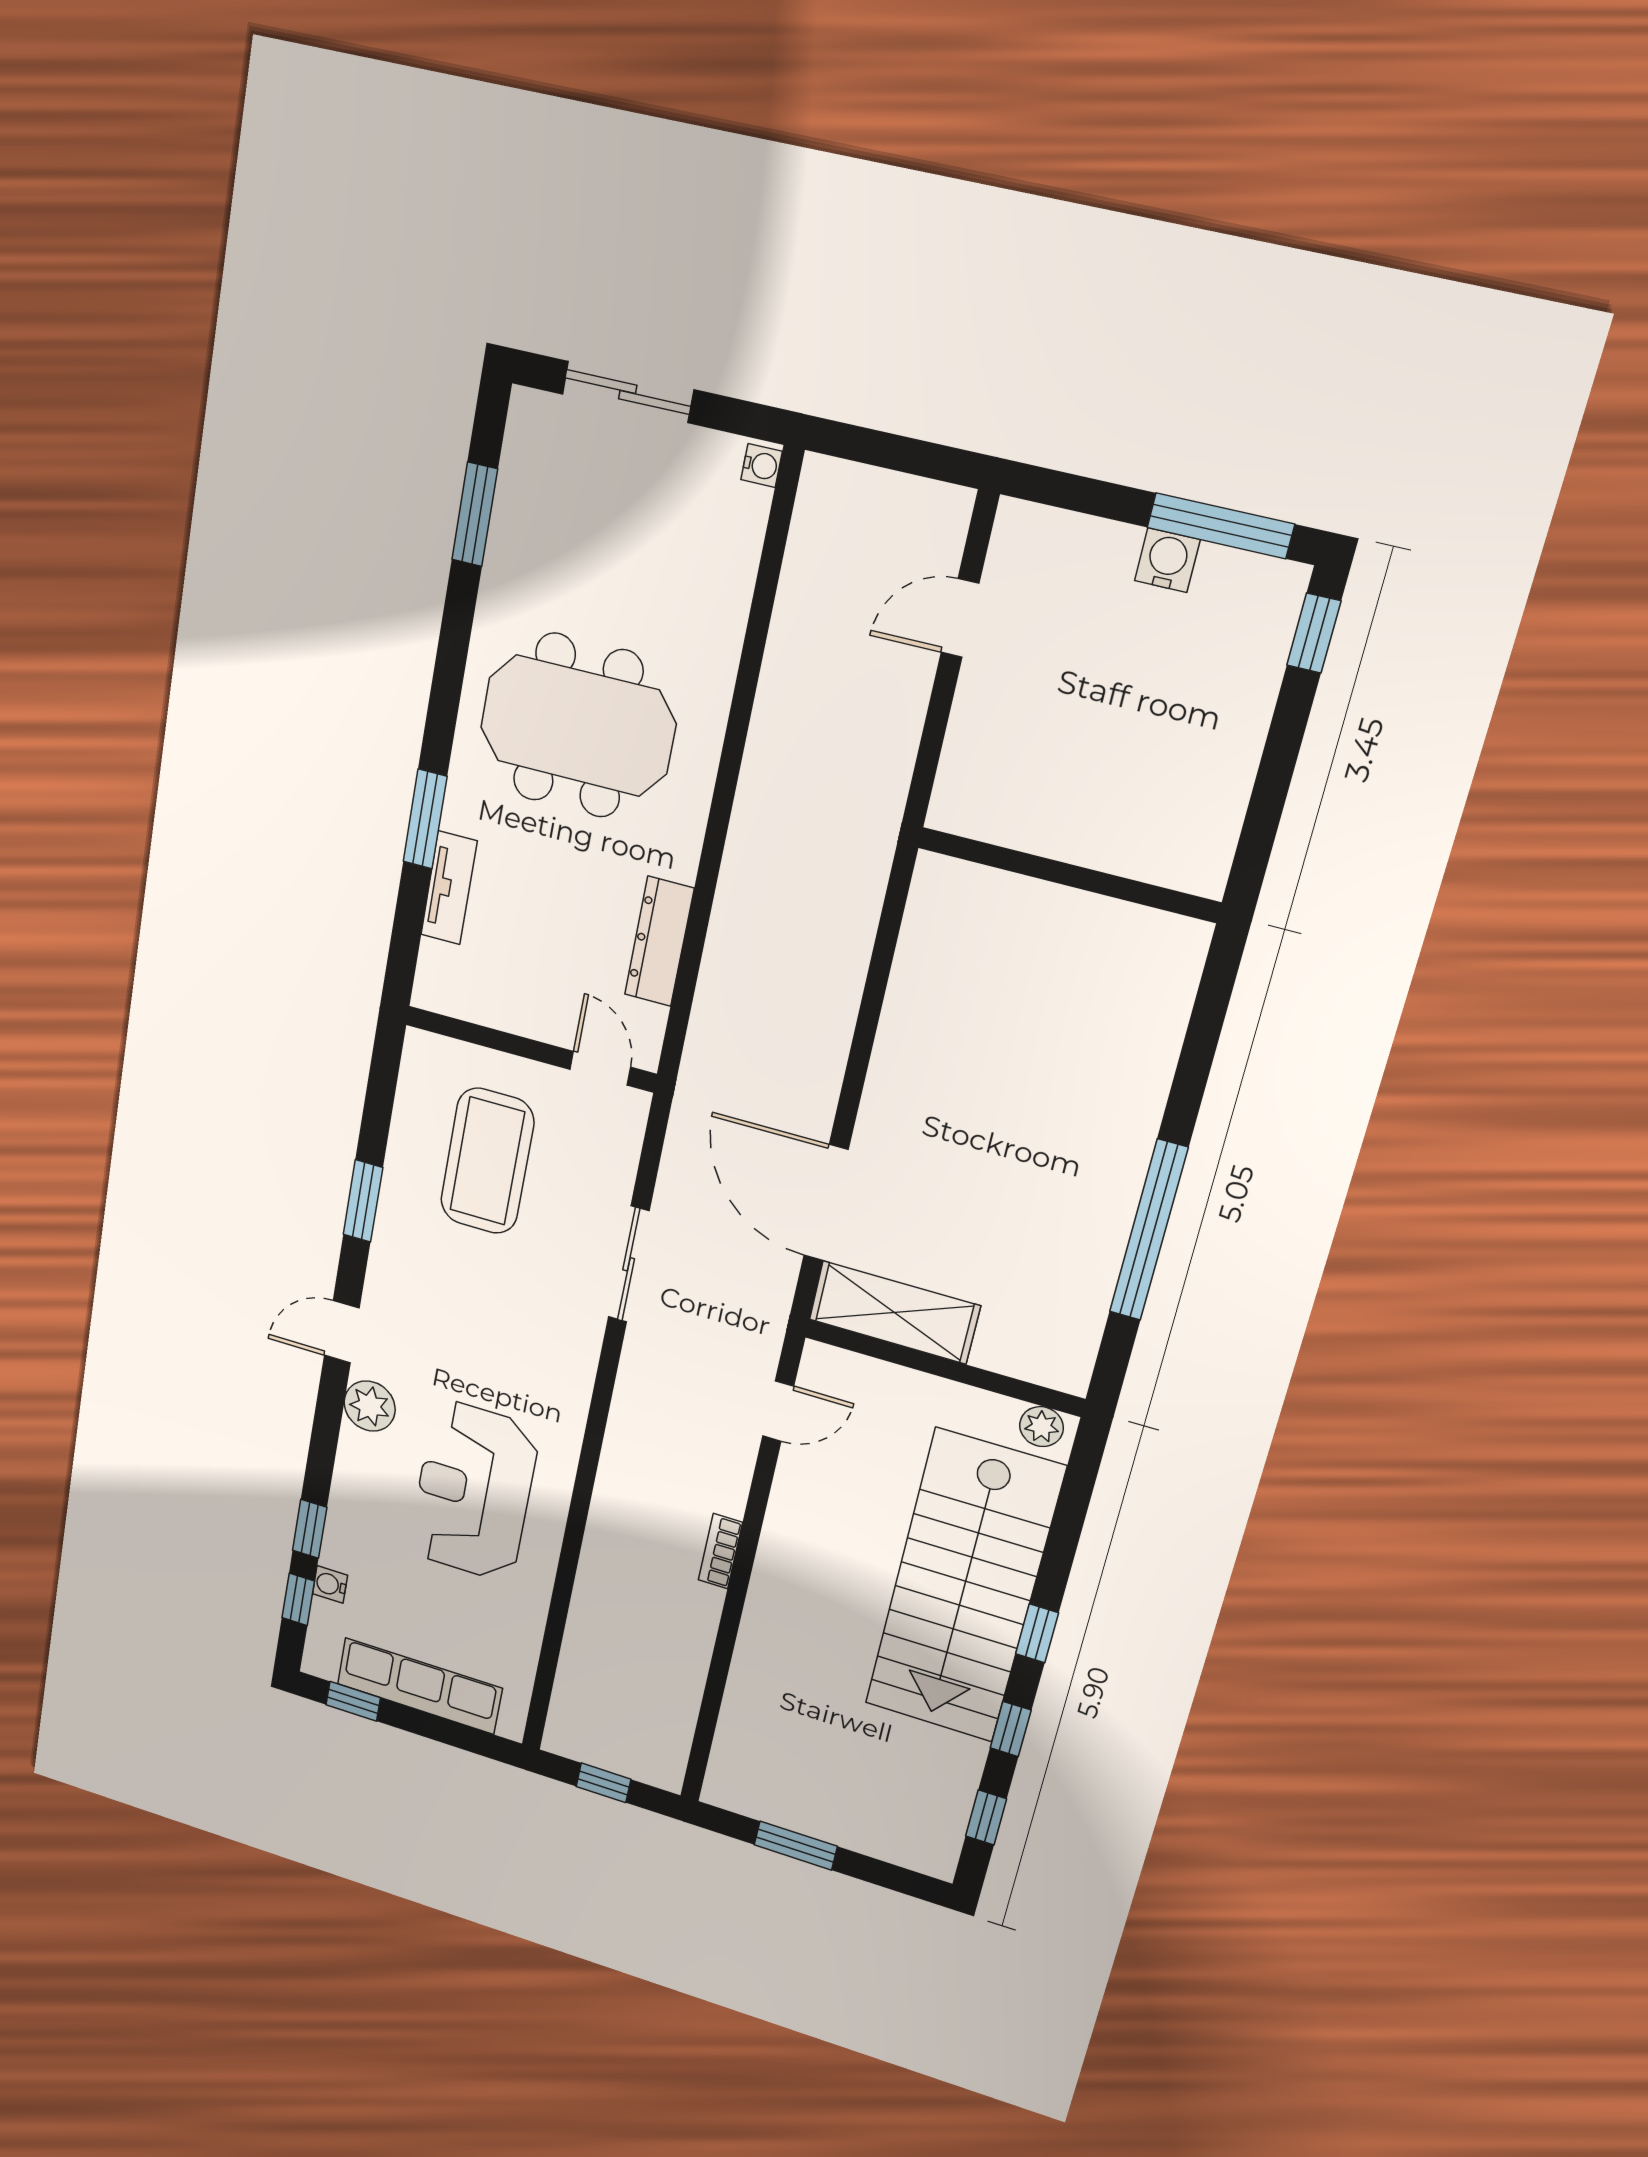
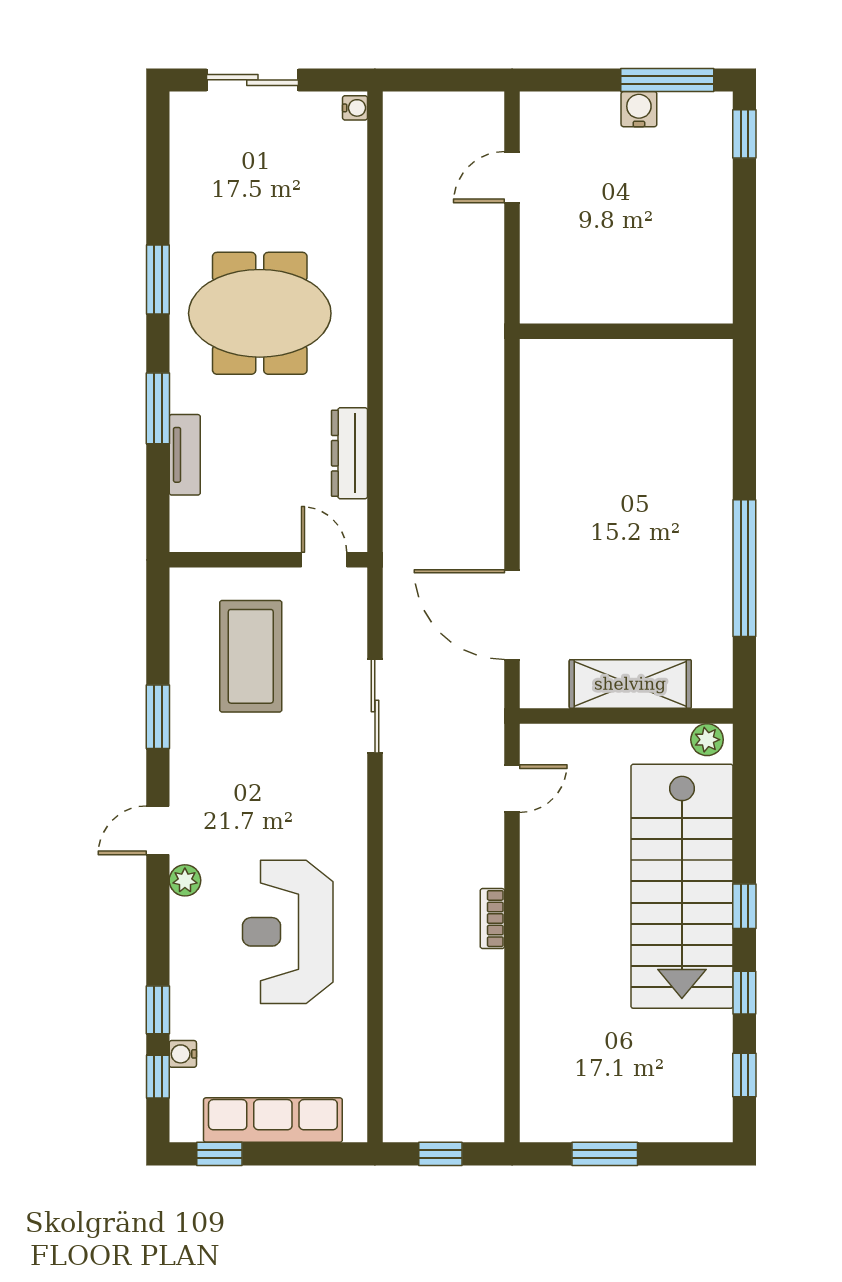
window: (475, 514) -> (158, 280), moved
shelving: (894, 1313) -> (630, 684), moved
plant: (370, 1406) -> (185, 880), width x0.73, depth x0.73

